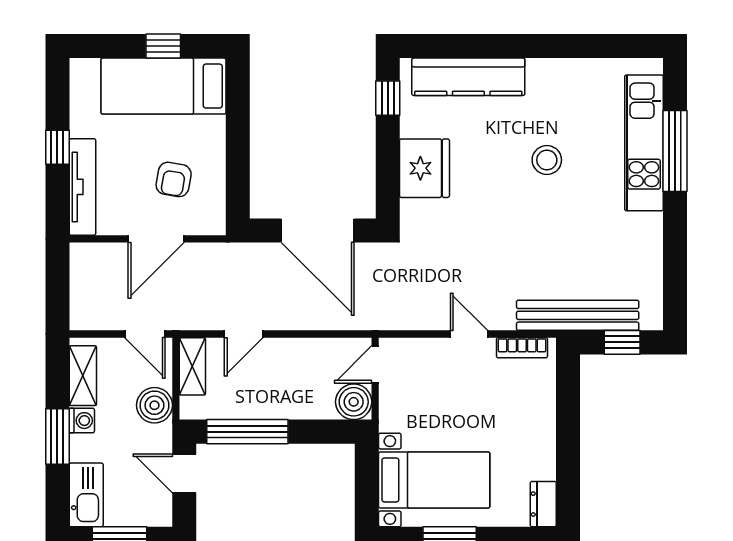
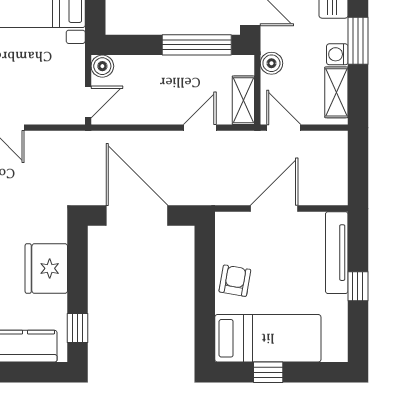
armchair: (174, 179) -> (235, 281), moved
boiler: (354, 402) -> (102, 66), width x0.73, depth x0.73
boiler: (154, 405) -> (271, 63), width x0.73, depth x0.73

